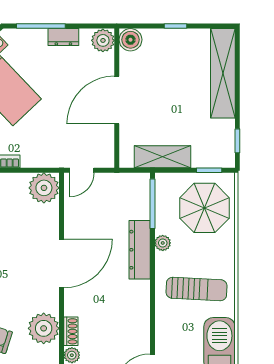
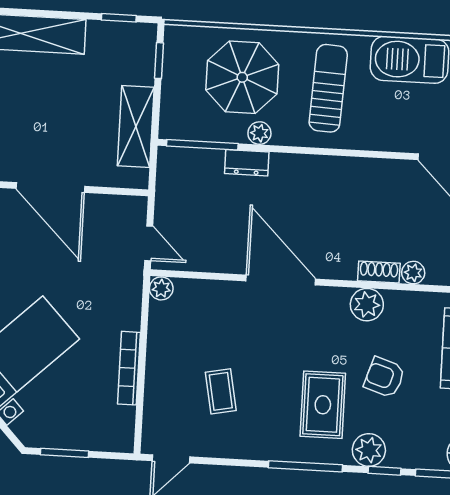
plant: (44, 188) -> (161, 288), width x0.53, depth x0.53
parasol: (205, 208) -> (242, 77), moved
dresser: (140, 250) -> (247, 163), width x0.51, depth x0.80
plant: (44, 328) -> (367, 305), width x0.73, depth x0.73

